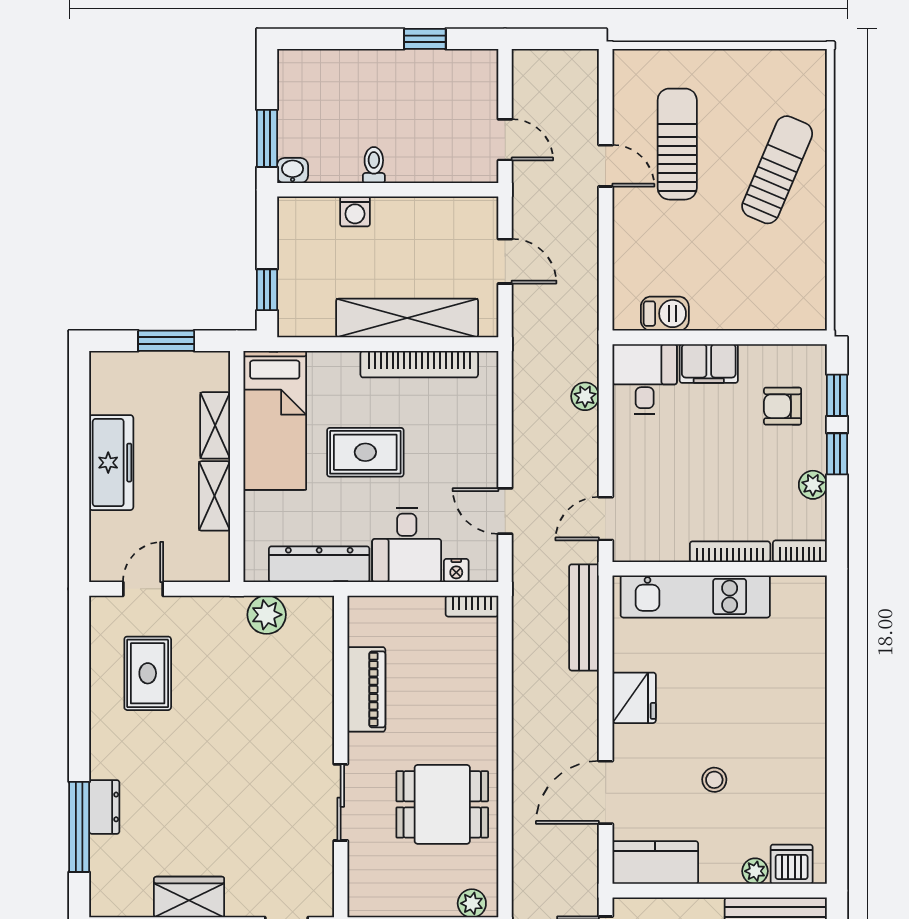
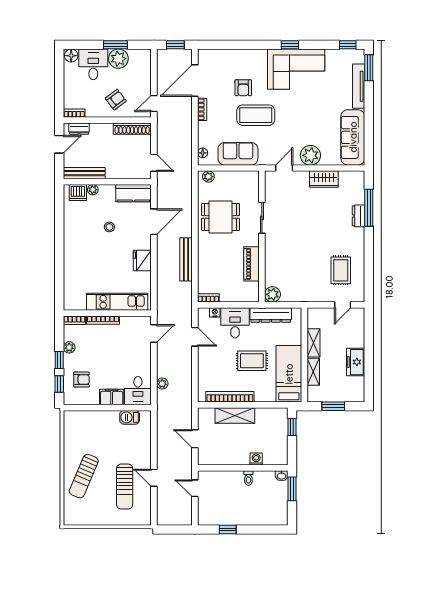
shelving: (407, 318) -> (235, 416), width x0.68
freezer: (111, 463) -> (356, 362), width x0.71
plant: (267, 615) -> (273, 294), moved
bench: (584, 617) -> (186, 259), moved

